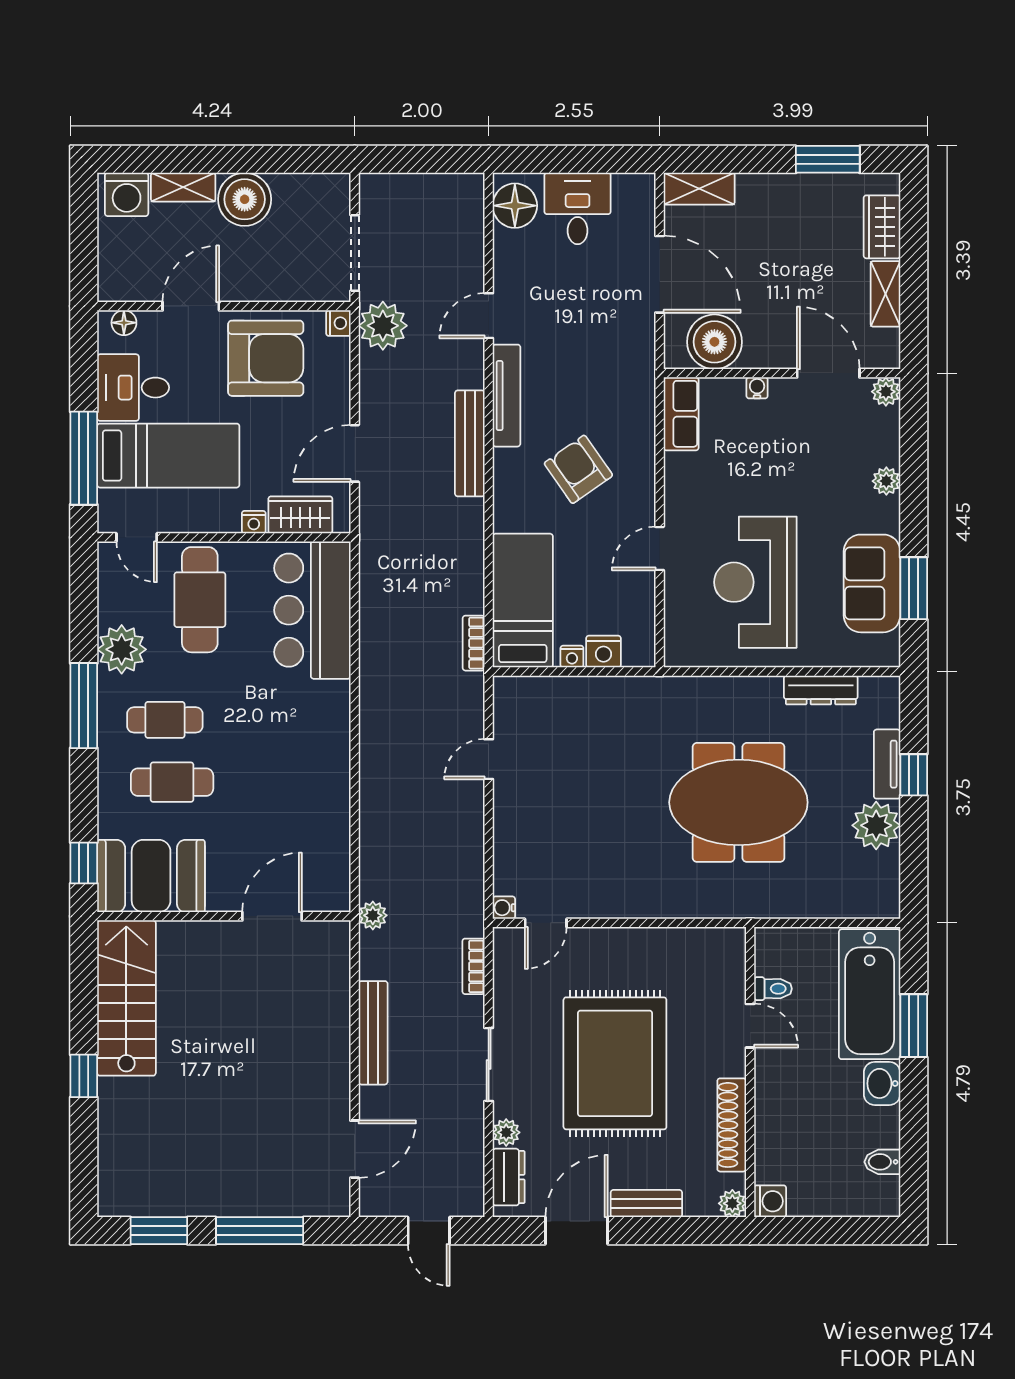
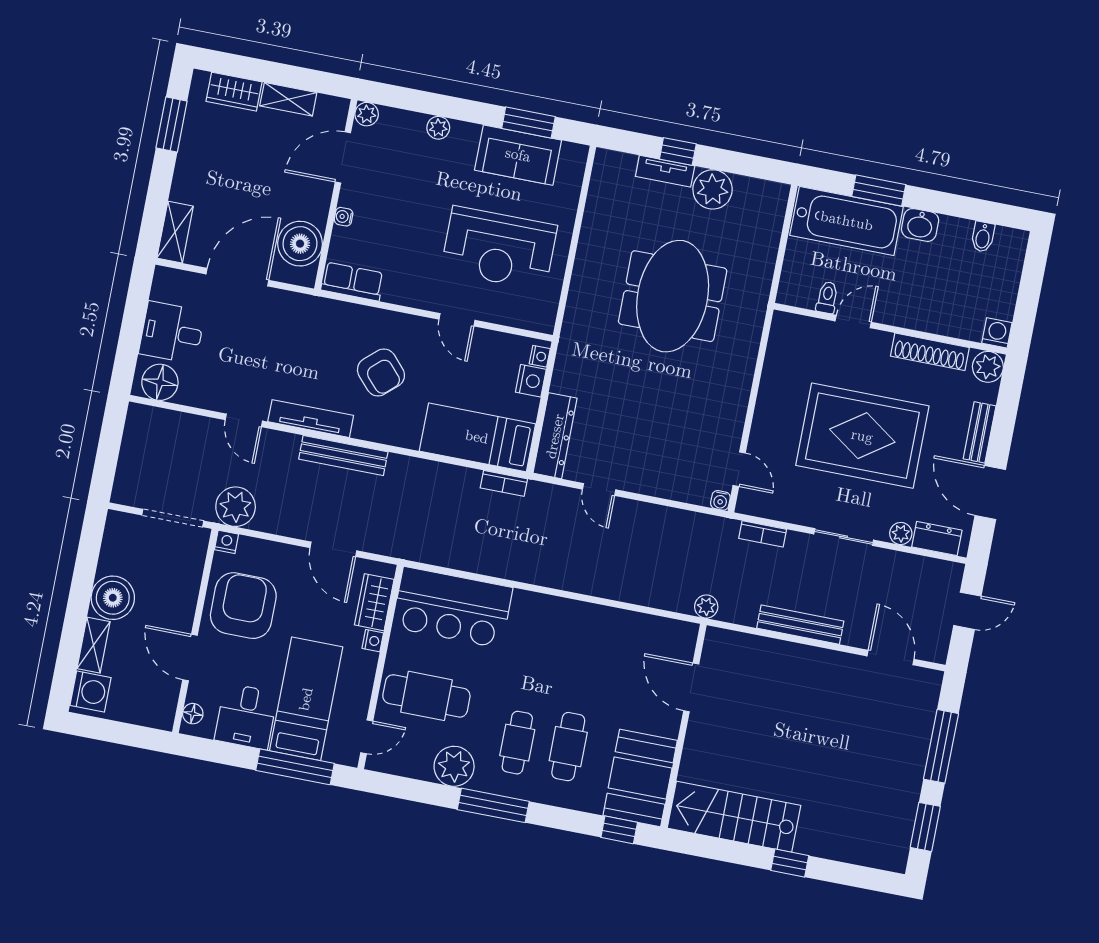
armchair: (578, 469) -> (381, 372), turned -97
nightstand: (572, 657) -> (540, 356), moved
dresser: (821, 690) -> (555, 436), moved, width x1.37, depth x1.24
plant: (732, 1203) -> (988, 367), width x1.38, depth x1.38

